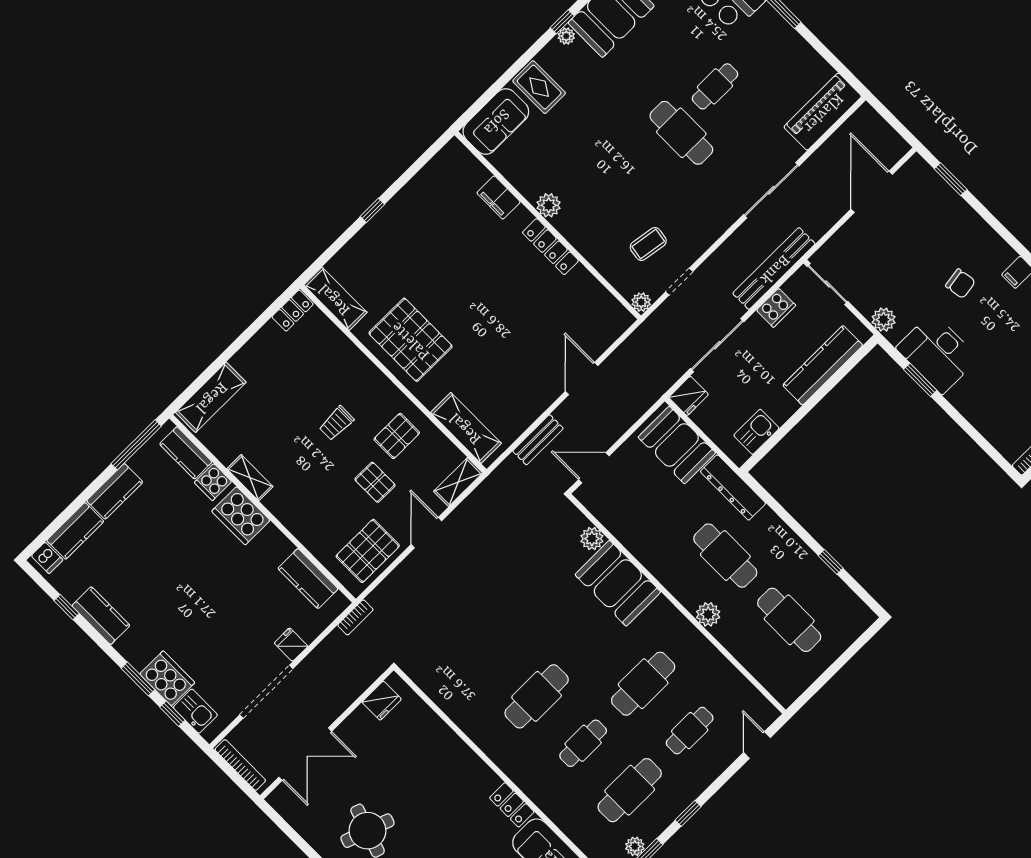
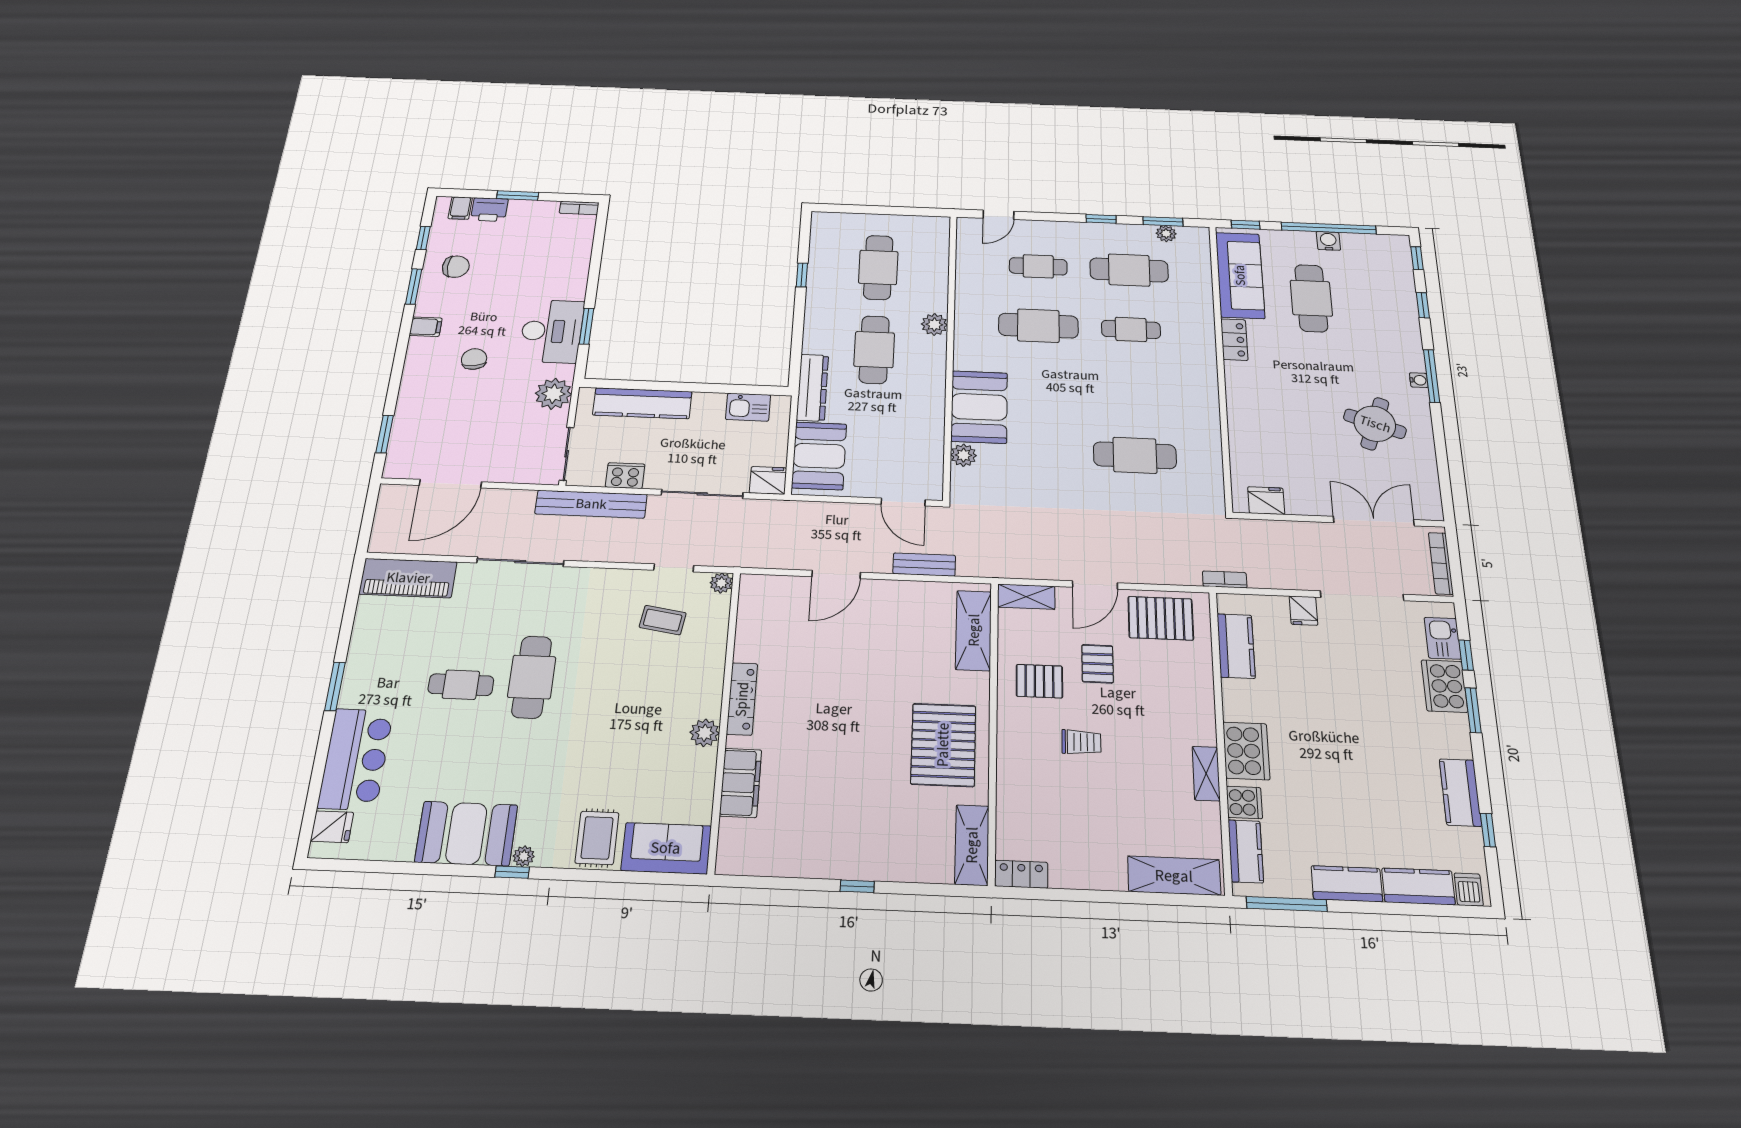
filing cabinet: (499, 197) -> (741, 783), width x1.50, depth x1.17
plant: (884, 320) -> (553, 394), width x1.36, depth x1.36
cafe table: (537, 696) -> (1135, 455), moved

